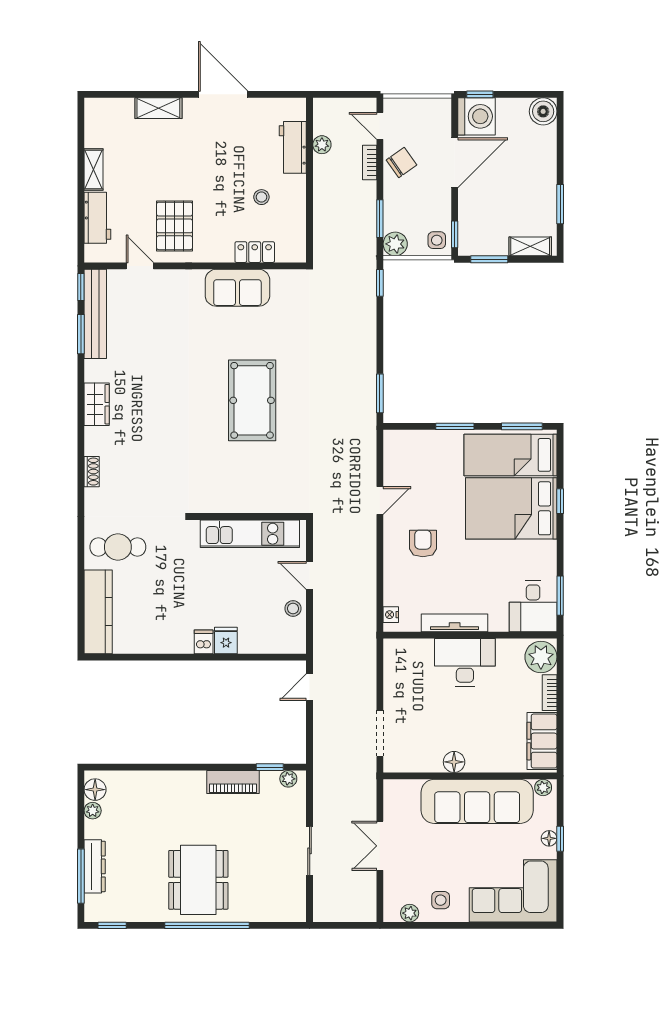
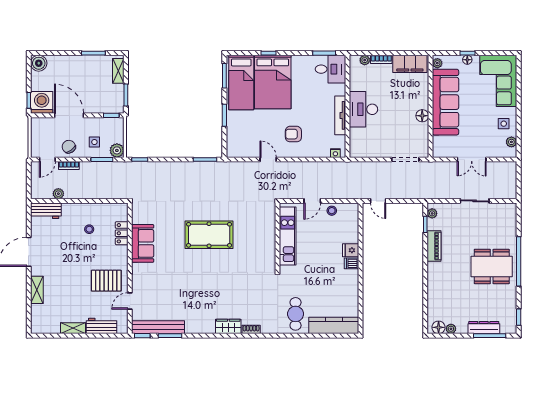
workbench: (293, 147) -> (46, 211), moved
side table: (437, 240) -> (94, 142), moved
wardrobe: (97, 404) -> (228, 326), moved
plant: (541, 657) -> (365, 60), width x0.53, depth x0.53

